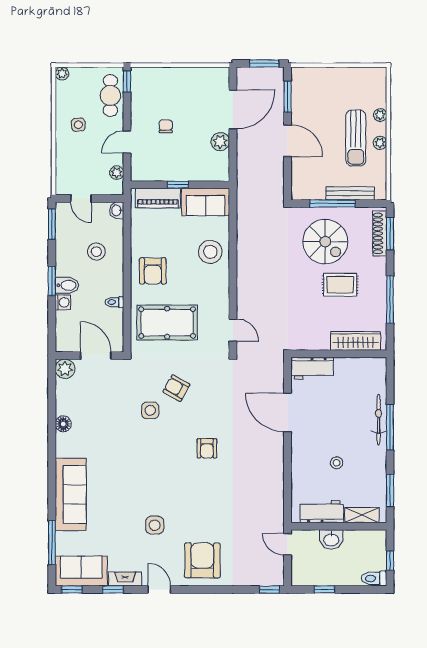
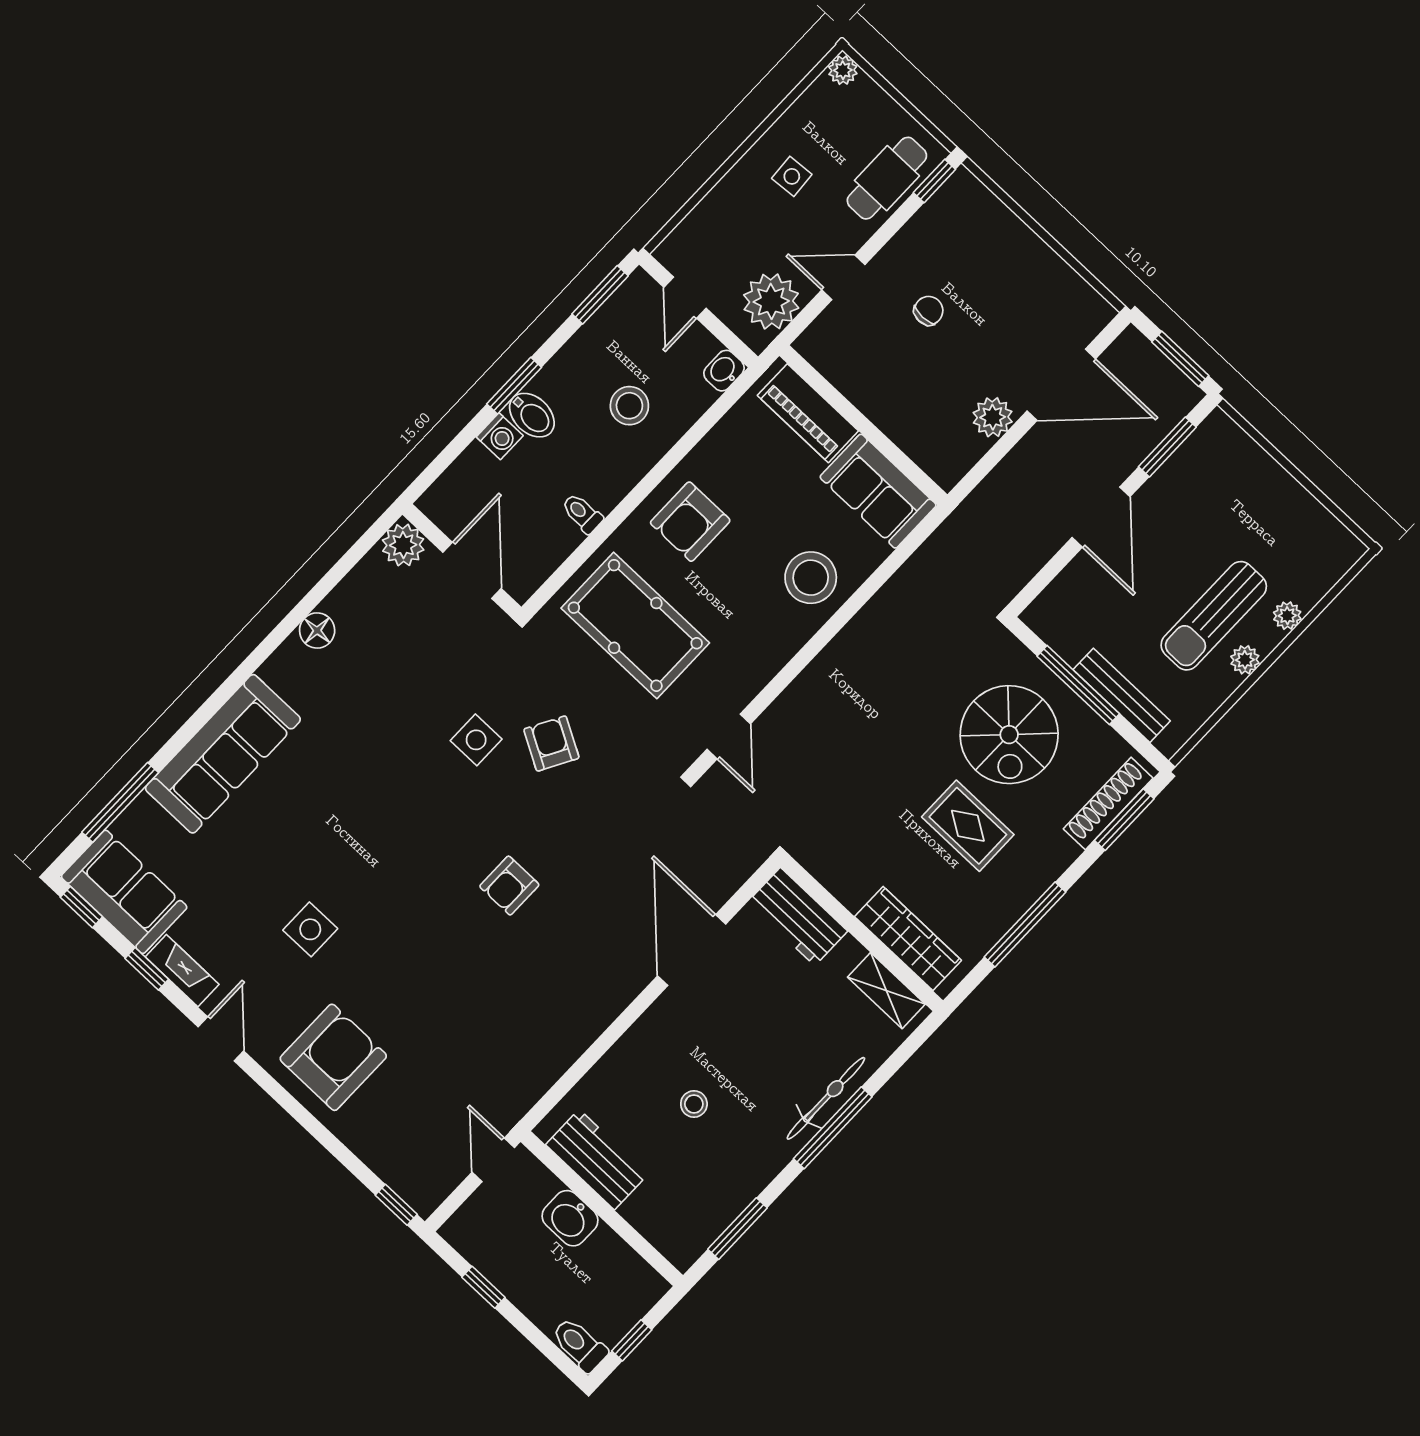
plant: (117, 173) -> (771, 301), width x1.88, depth x1.88
window: (178, 185) -> (860, 422), removed
shelving: (362, 515) -> (886, 991), moved

